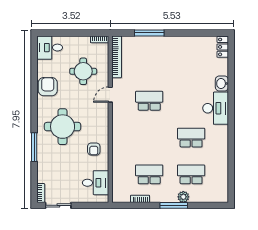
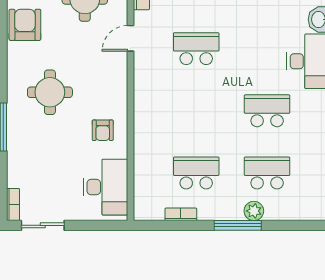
round table: (63, 127) -> (50, 92), width x0.73, depth x0.73
desk: (96, 183) -> (106, 187), width x1.37

